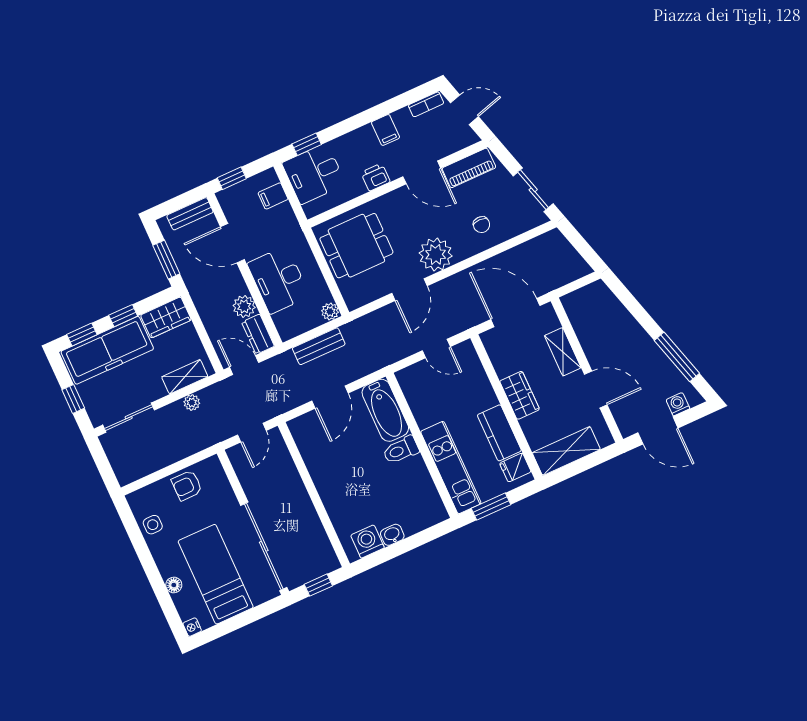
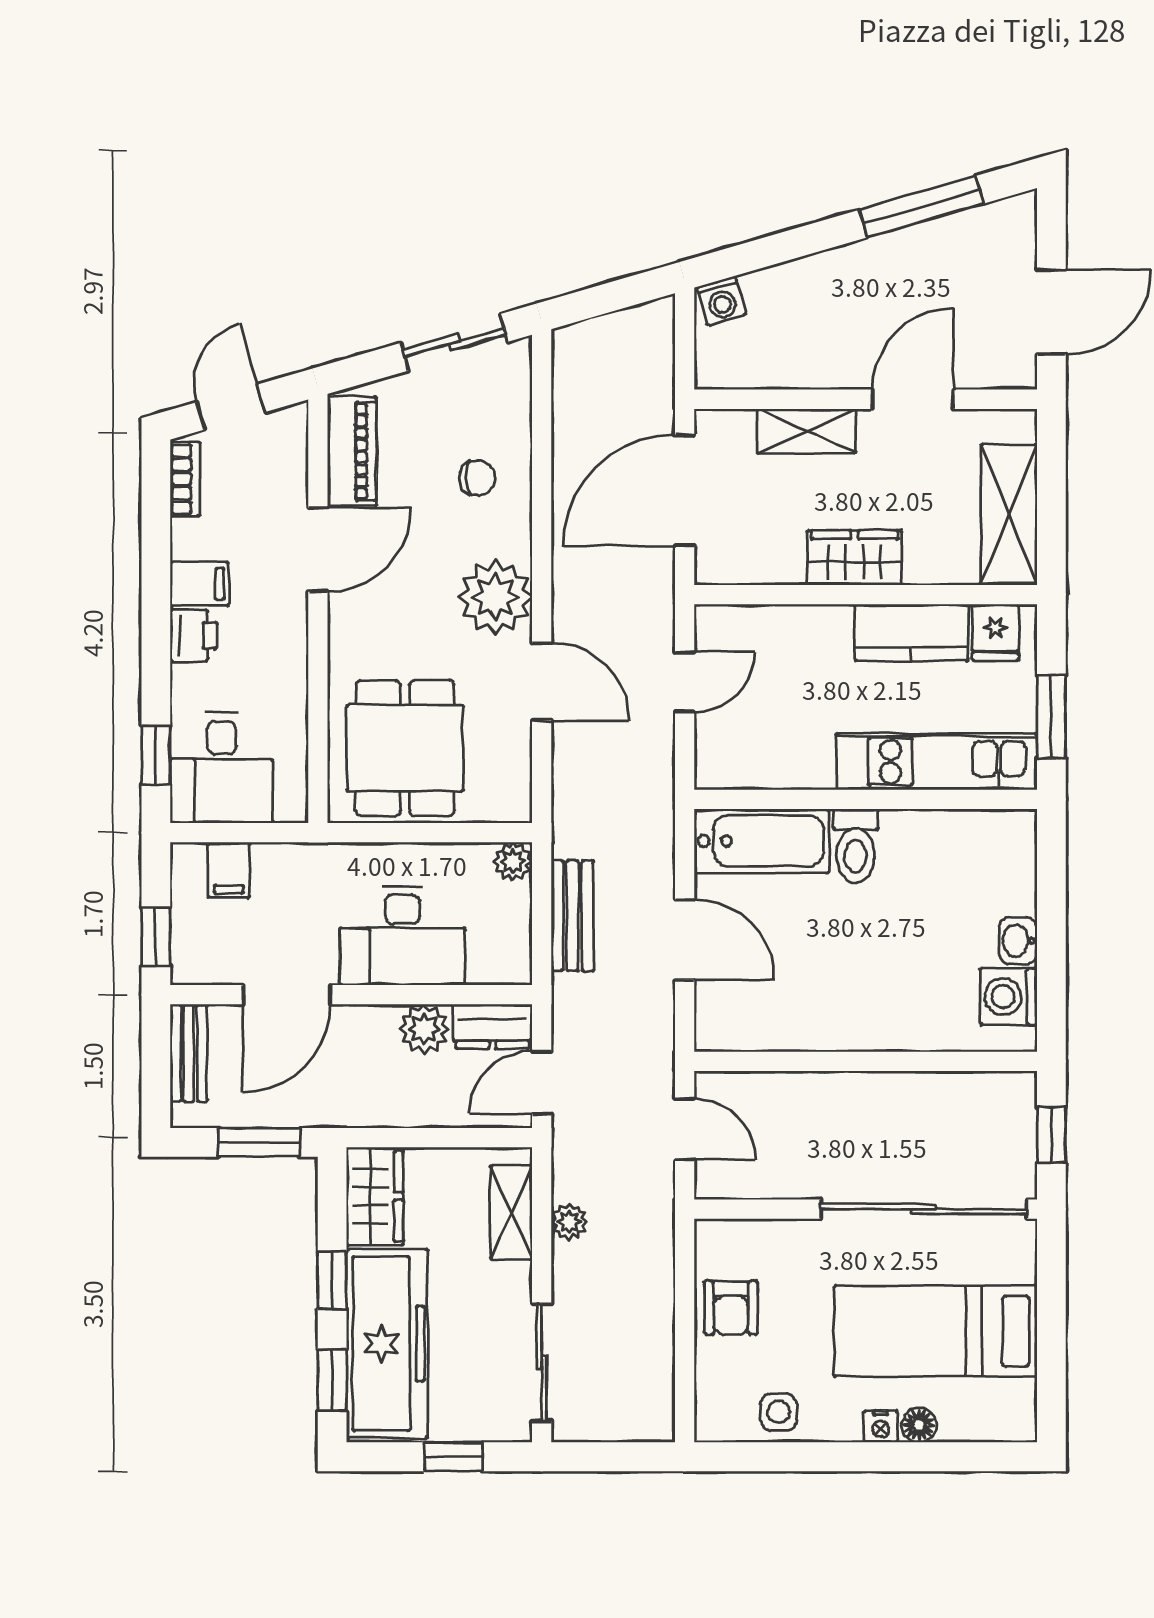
printer: (376, 177) -> (194, 635), moved, turned 180
washing machine: (678, 404) -> (721, 301), moved, turned -106
nightstand: (192, 627) -> (881, 1427), moved

